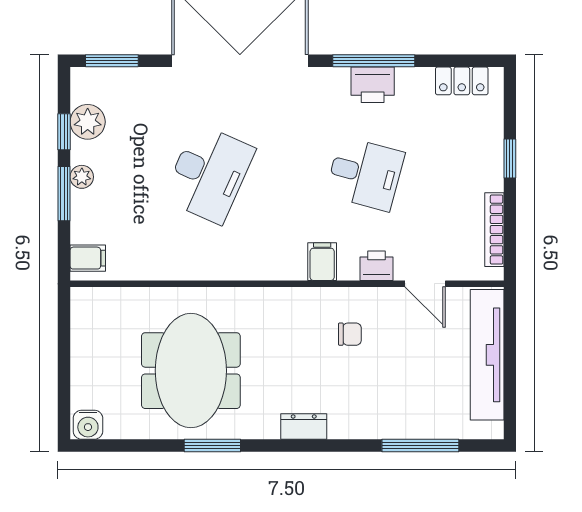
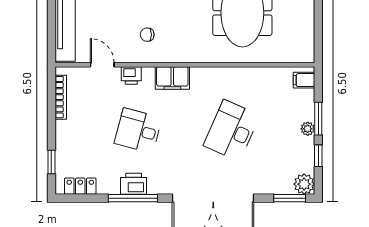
plant: (88, 122) -> (304, 184), moved
window: (510, 159) -> (51, 162), moved
filing cabinet: (322, 262) -> (172, 78), width x2.00

